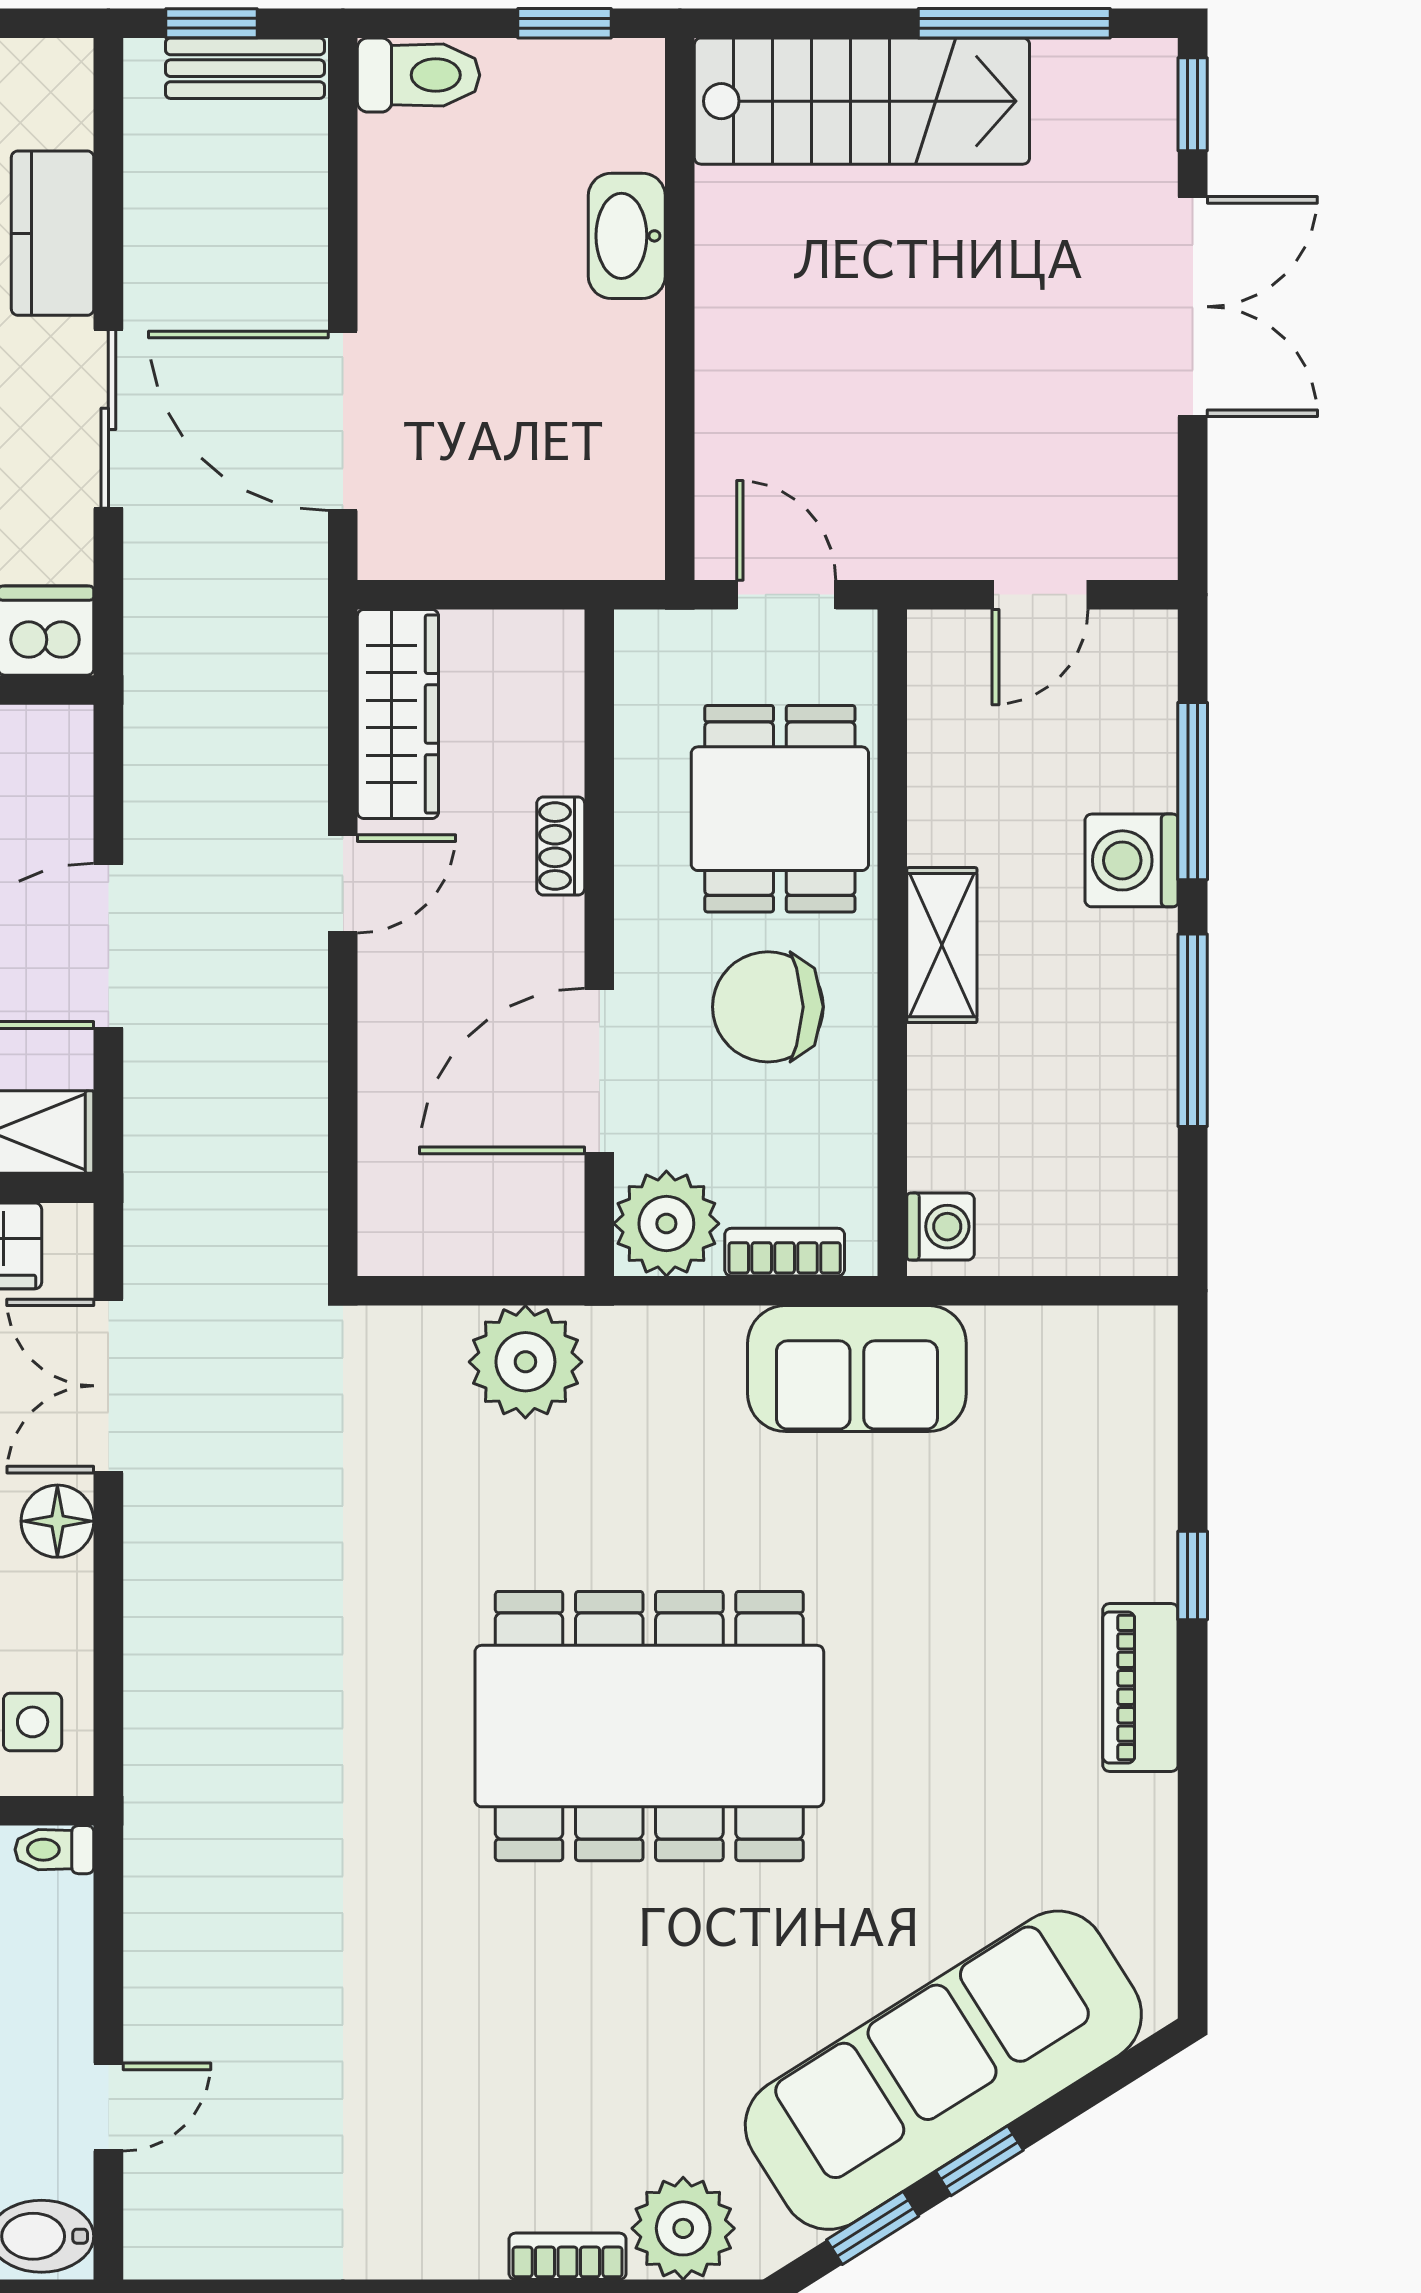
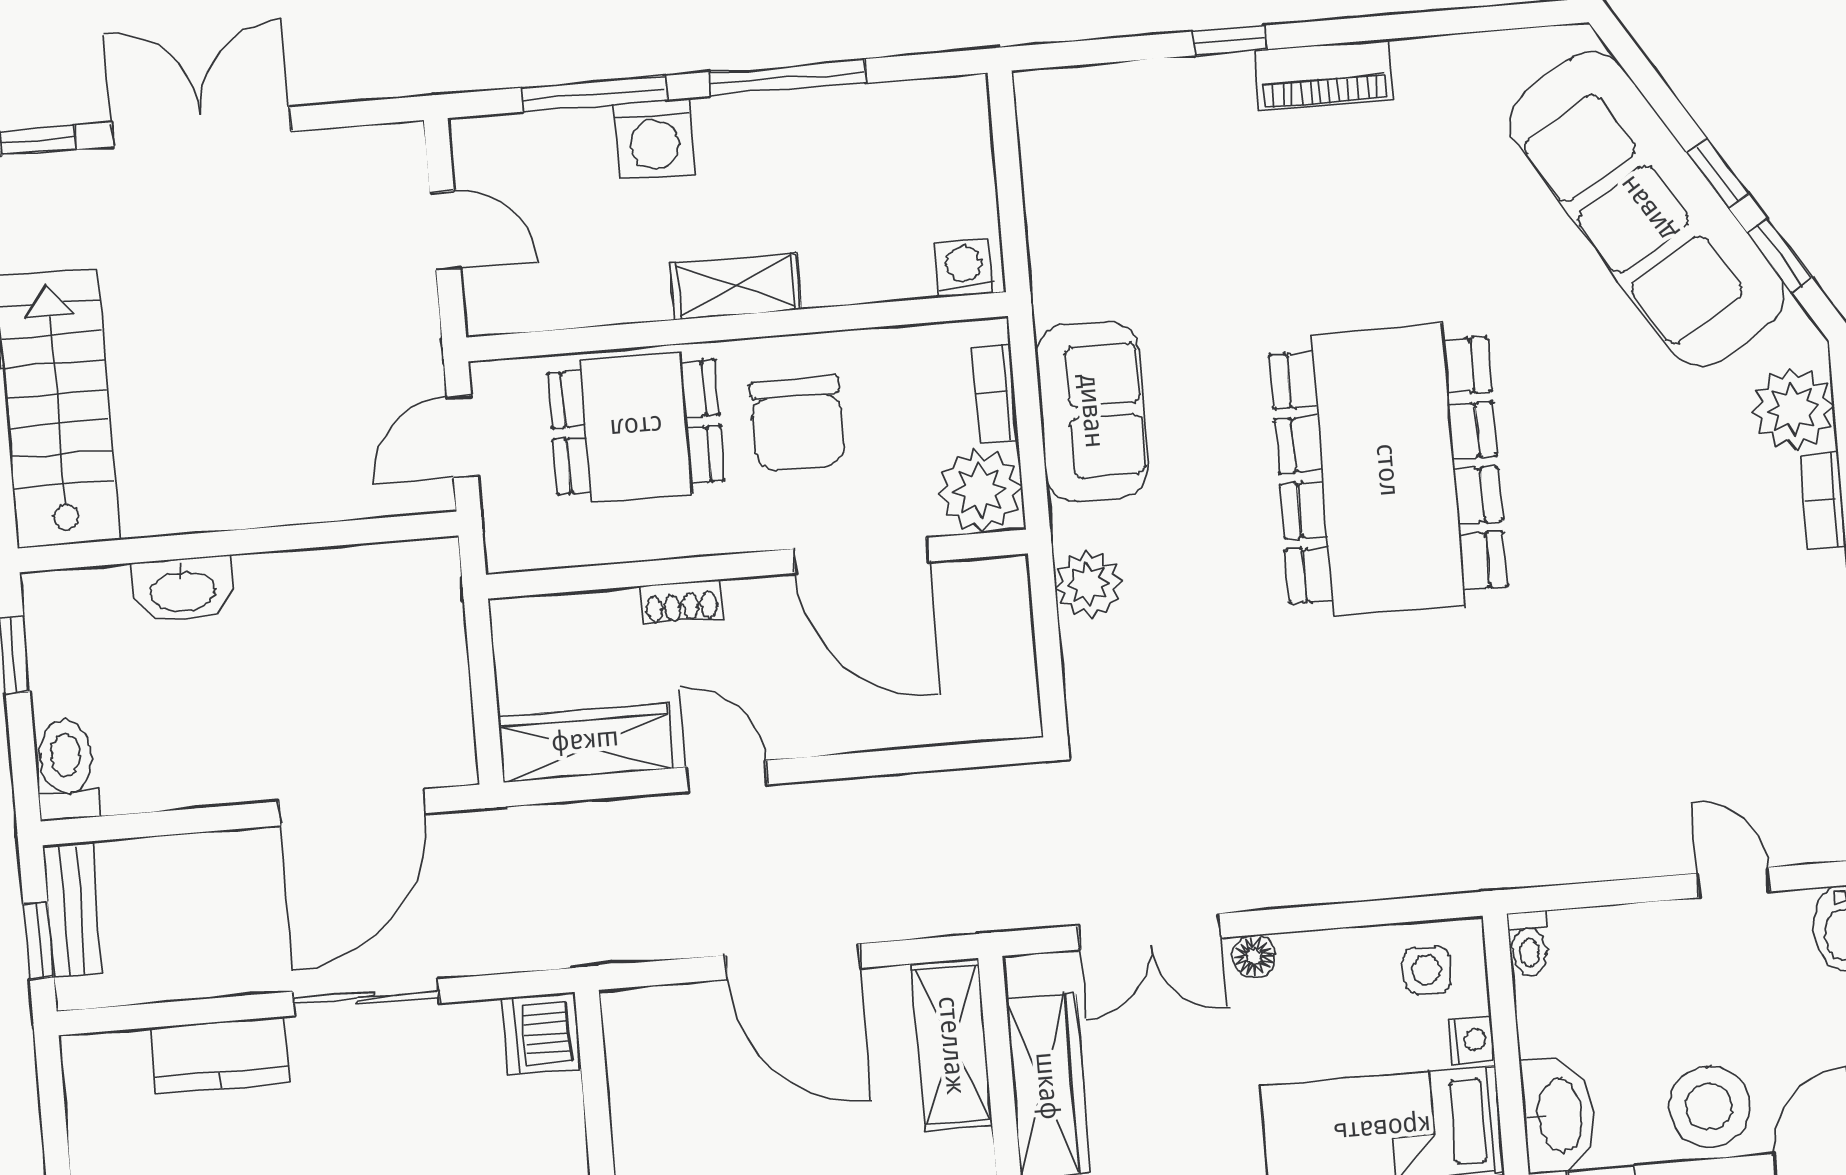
plant: (525, 1362) -> (1088, 584), width x0.73, depth x0.73
sofa: (857, 1369) -> (1092, 411), moved
floor lamp: (57, 1521) -> (1254, 956), width x0.73, depth x0.73

